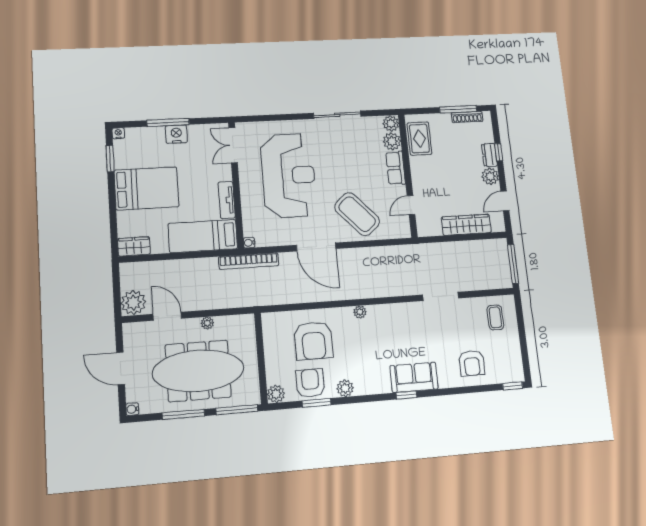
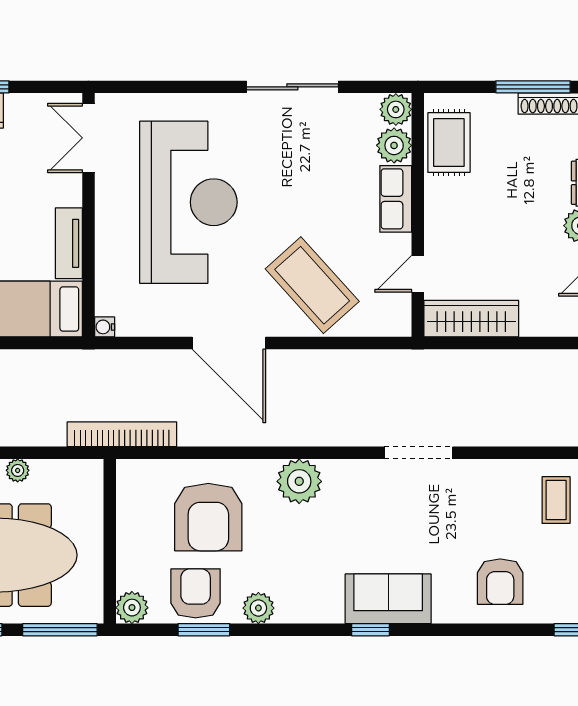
wardrobe: (466, 225) -> (471, 319), moved
bookcase: (249, 261) -> (122, 434), moved, turned 180
doorway: (441, 296) -> (418, 453), moved
plant: (360, 312) -> (299, 481), width x1.88, depth x1.88

